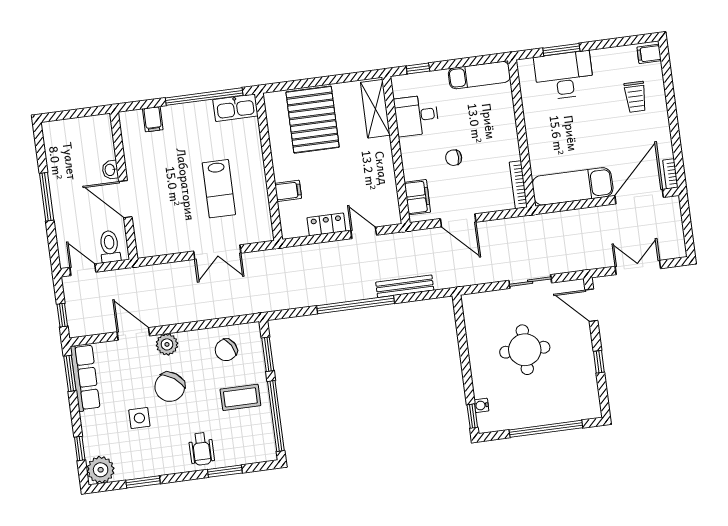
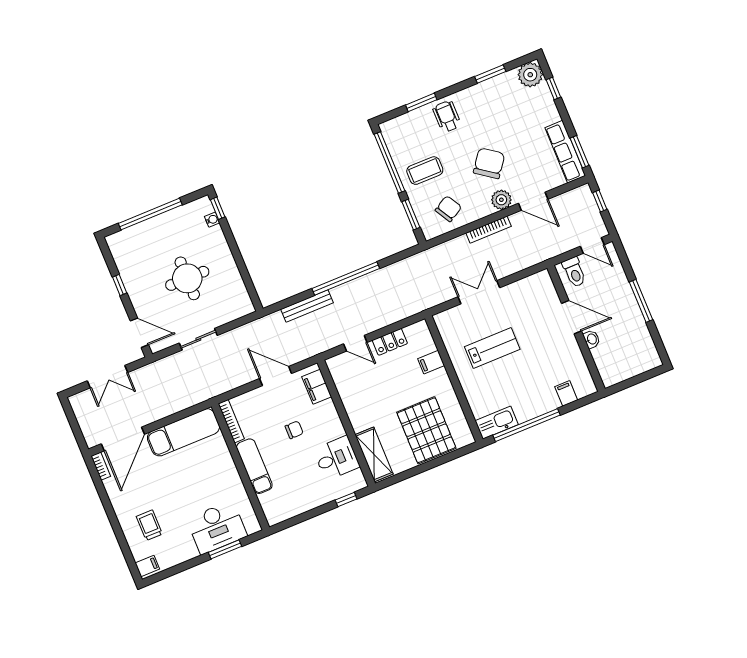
exam couch: (479, 75) -> (254, 466), moved, turned 90
lab bench: (219, 189) -> (492, 348), turned 90
bookcase: (189, 316) -> (489, 230), added
side table: (139, 418) -> (508, 129), removed

